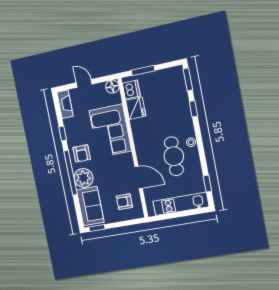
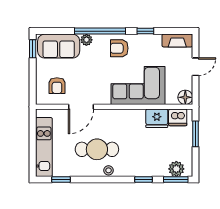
plant: (178, 81) -> (176, 169), added
plant: (83, 178) -> (86, 40), width x0.53, depth x0.53
armchair: (124, 202) -> (57, 86), turned 180

